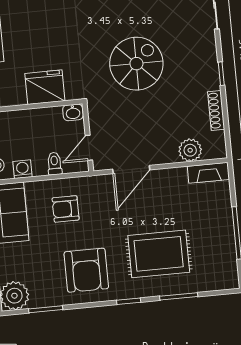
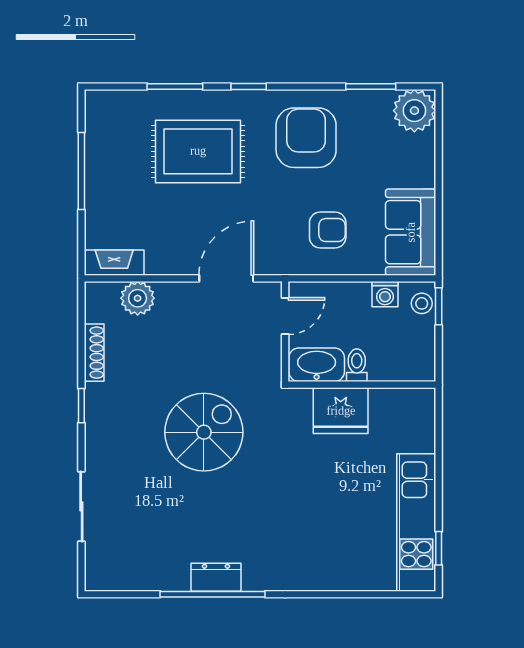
spiral stairs: (136, 64) -> (204, 432), turned 180
washbasin: (73, 112) -> (317, 365), width x1.91, depth x1.45
toilet: (54, 164) -> (357, 365), moved, turned 180

